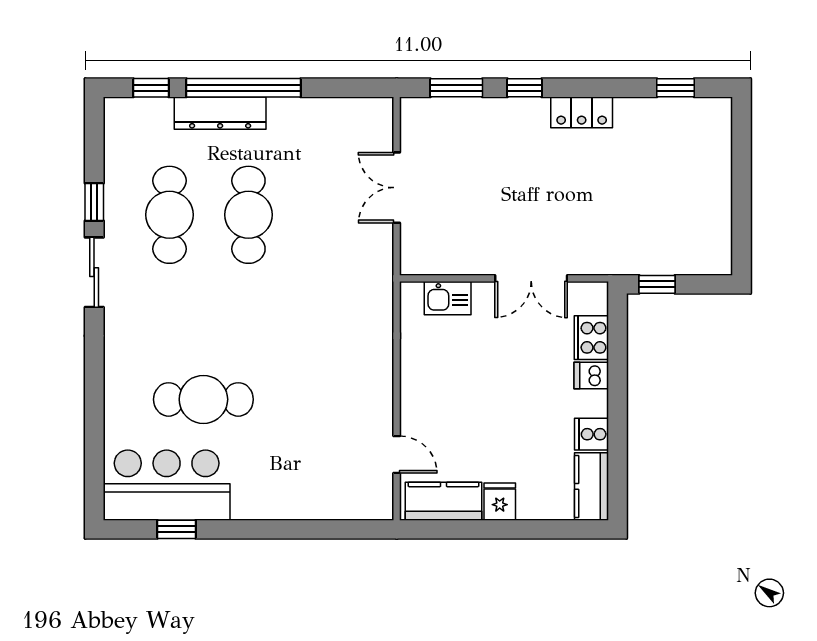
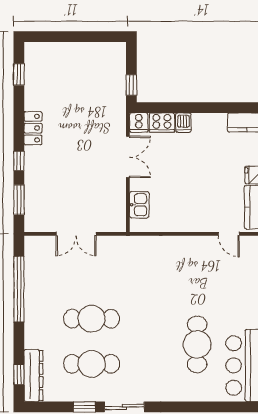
window: (243, 88) -> (19, 289), moved
dresser: (220, 113) -> (33, 376), moved
cooker: (592, 434) -> (139, 122), moved
door: (397, 455) -> (229, 234), swing flipped

